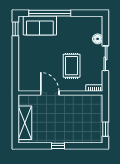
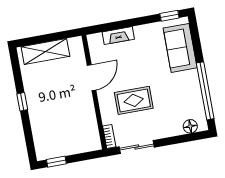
window: (50, 13) -> (205, 91), moved
floor lamp: (98, 39) -> (190, 126), moved
sliding door: (105, 58) -> (137, 147), moved
fireplace: (23, 68) -> (118, 36), added

